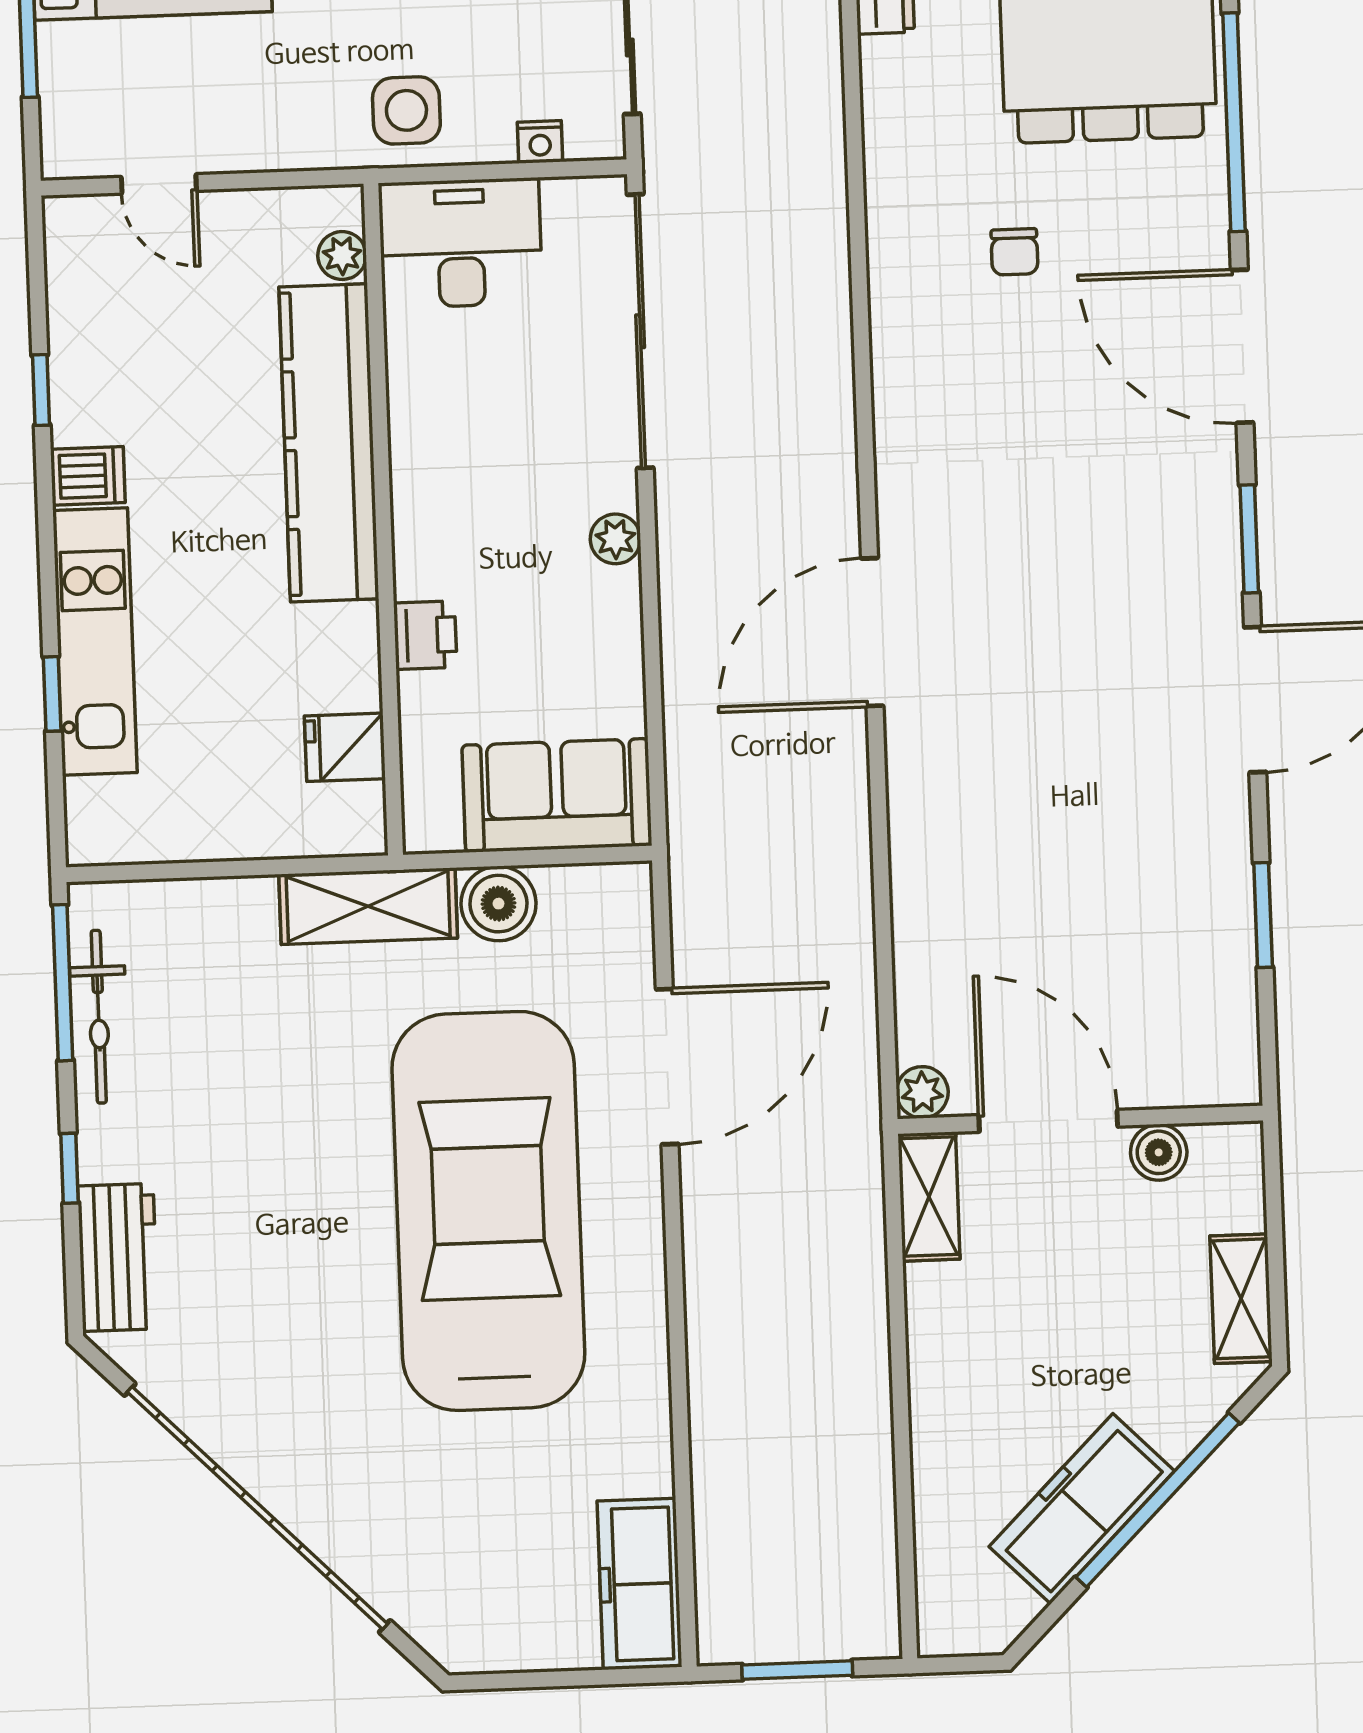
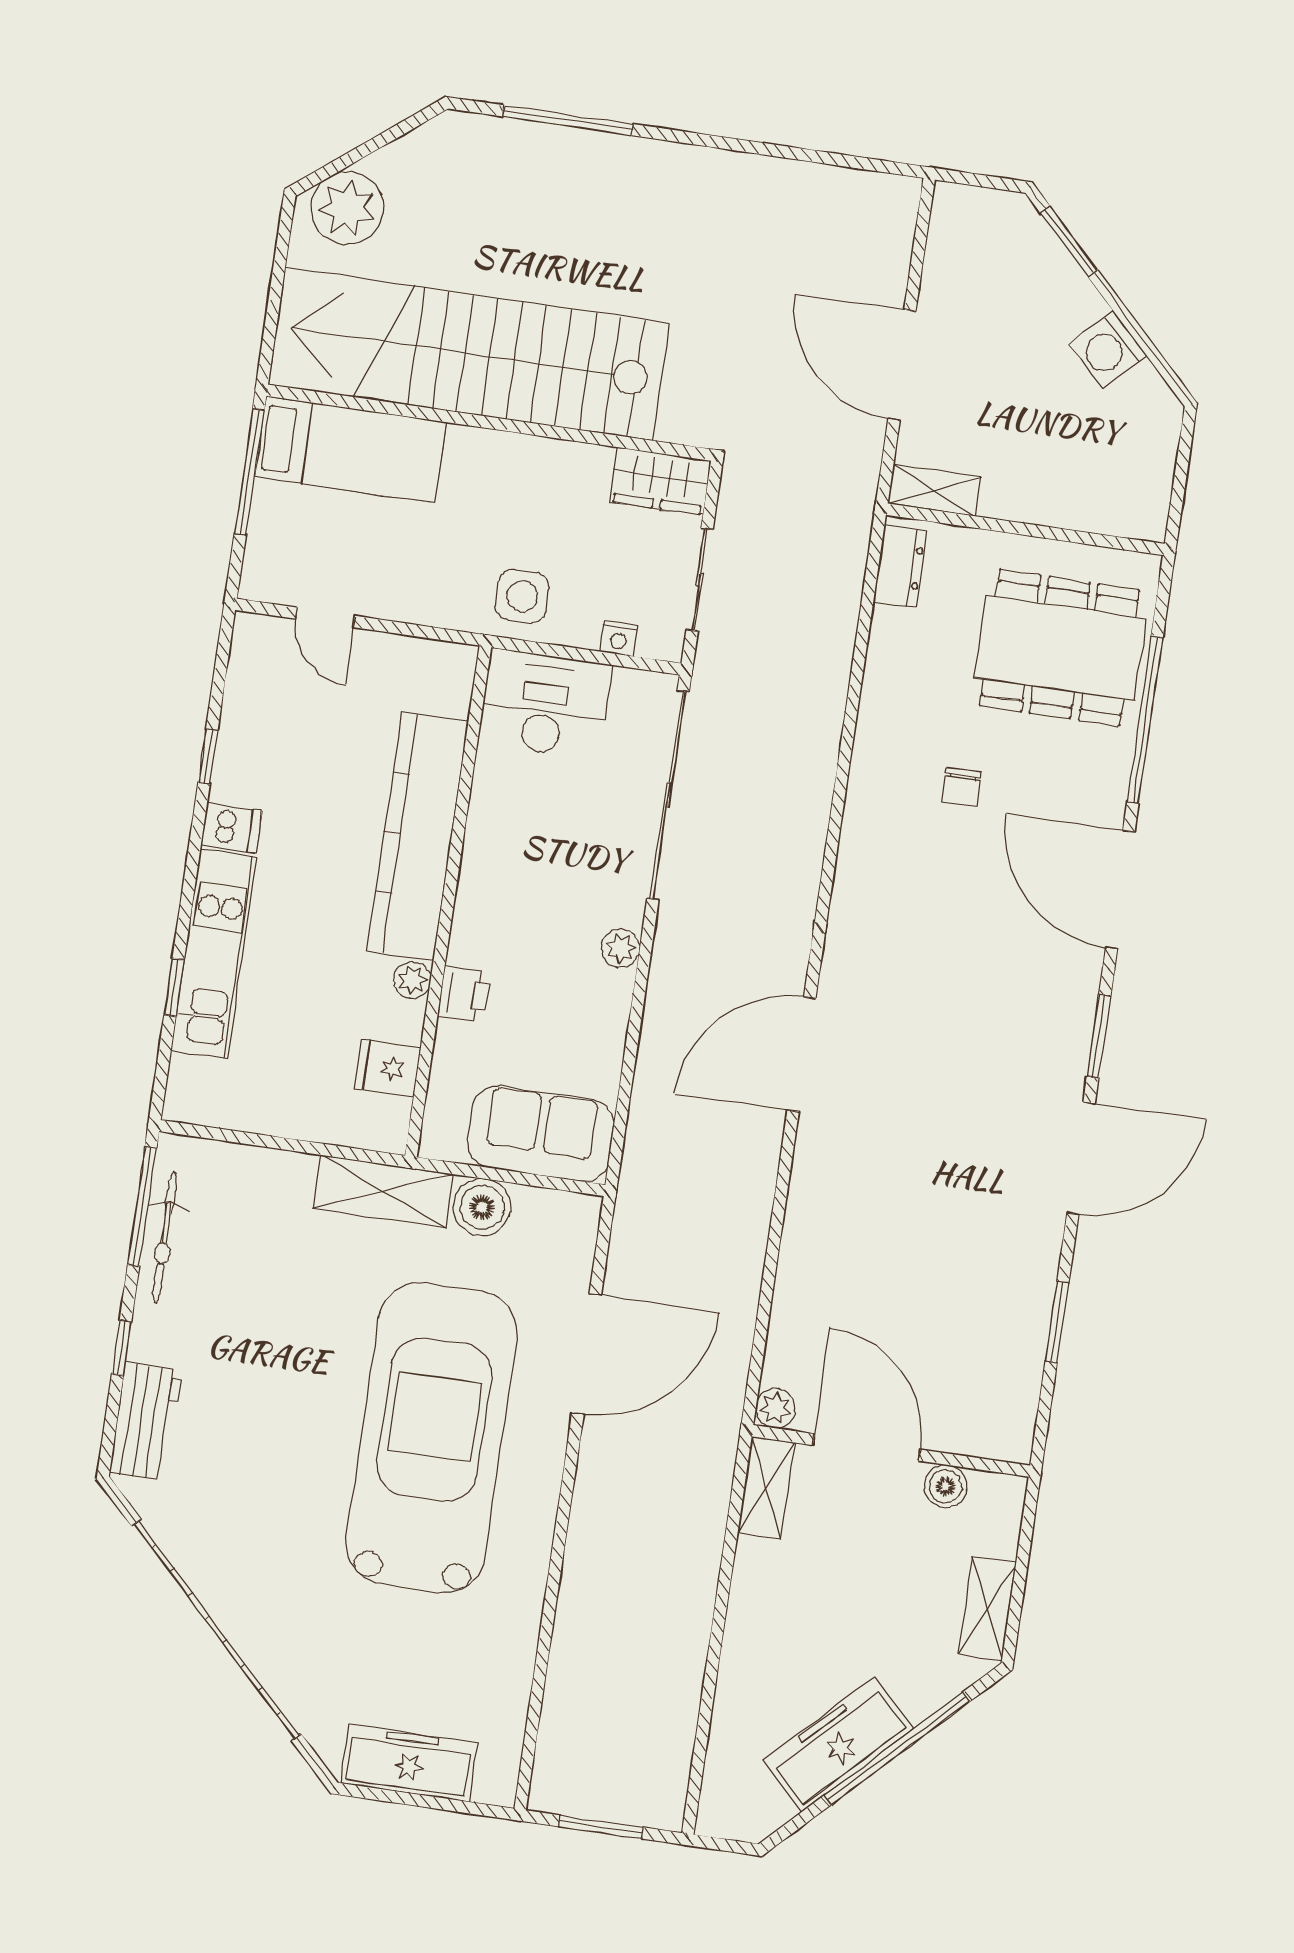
plant: (342, 256) -> (412, 980), moved
freezer: (640, 1584) -> (409, 1763), moved, turned 90

